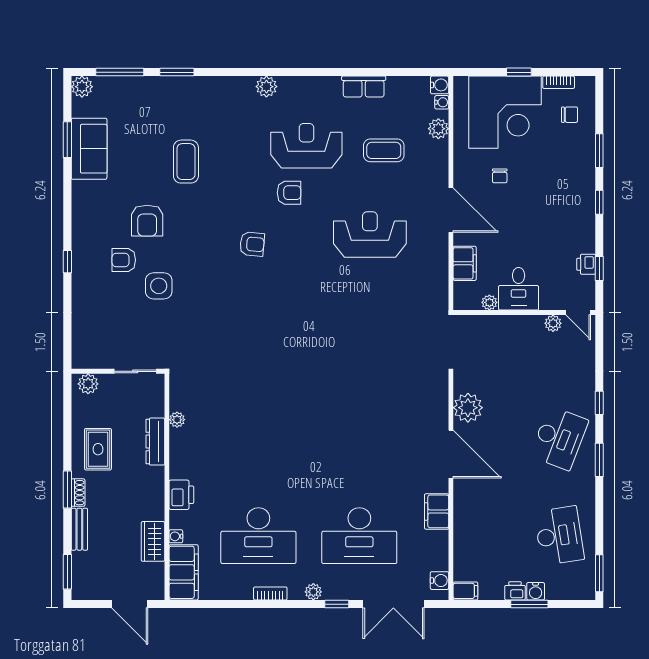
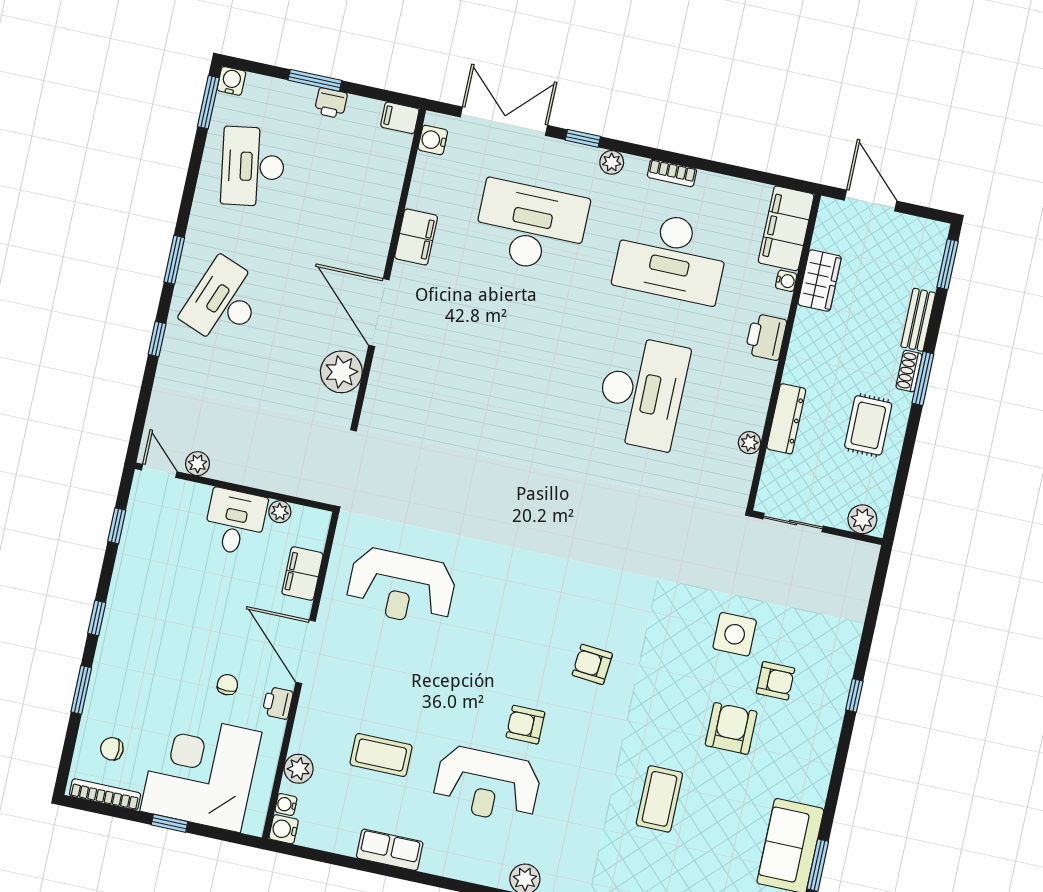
bookcase: (559, 82) -> (105, 794), width x1.56
reception desk: (370, 235) -> (401, 587), moved
printer: (586, 264) -> (278, 703), moved, turned 180
desk: (258, 438) -> (642, 393), added
desk: (258, 536) -> (671, 257), turned 180
water cooler: (536, 591) -> (231, 81), moved

